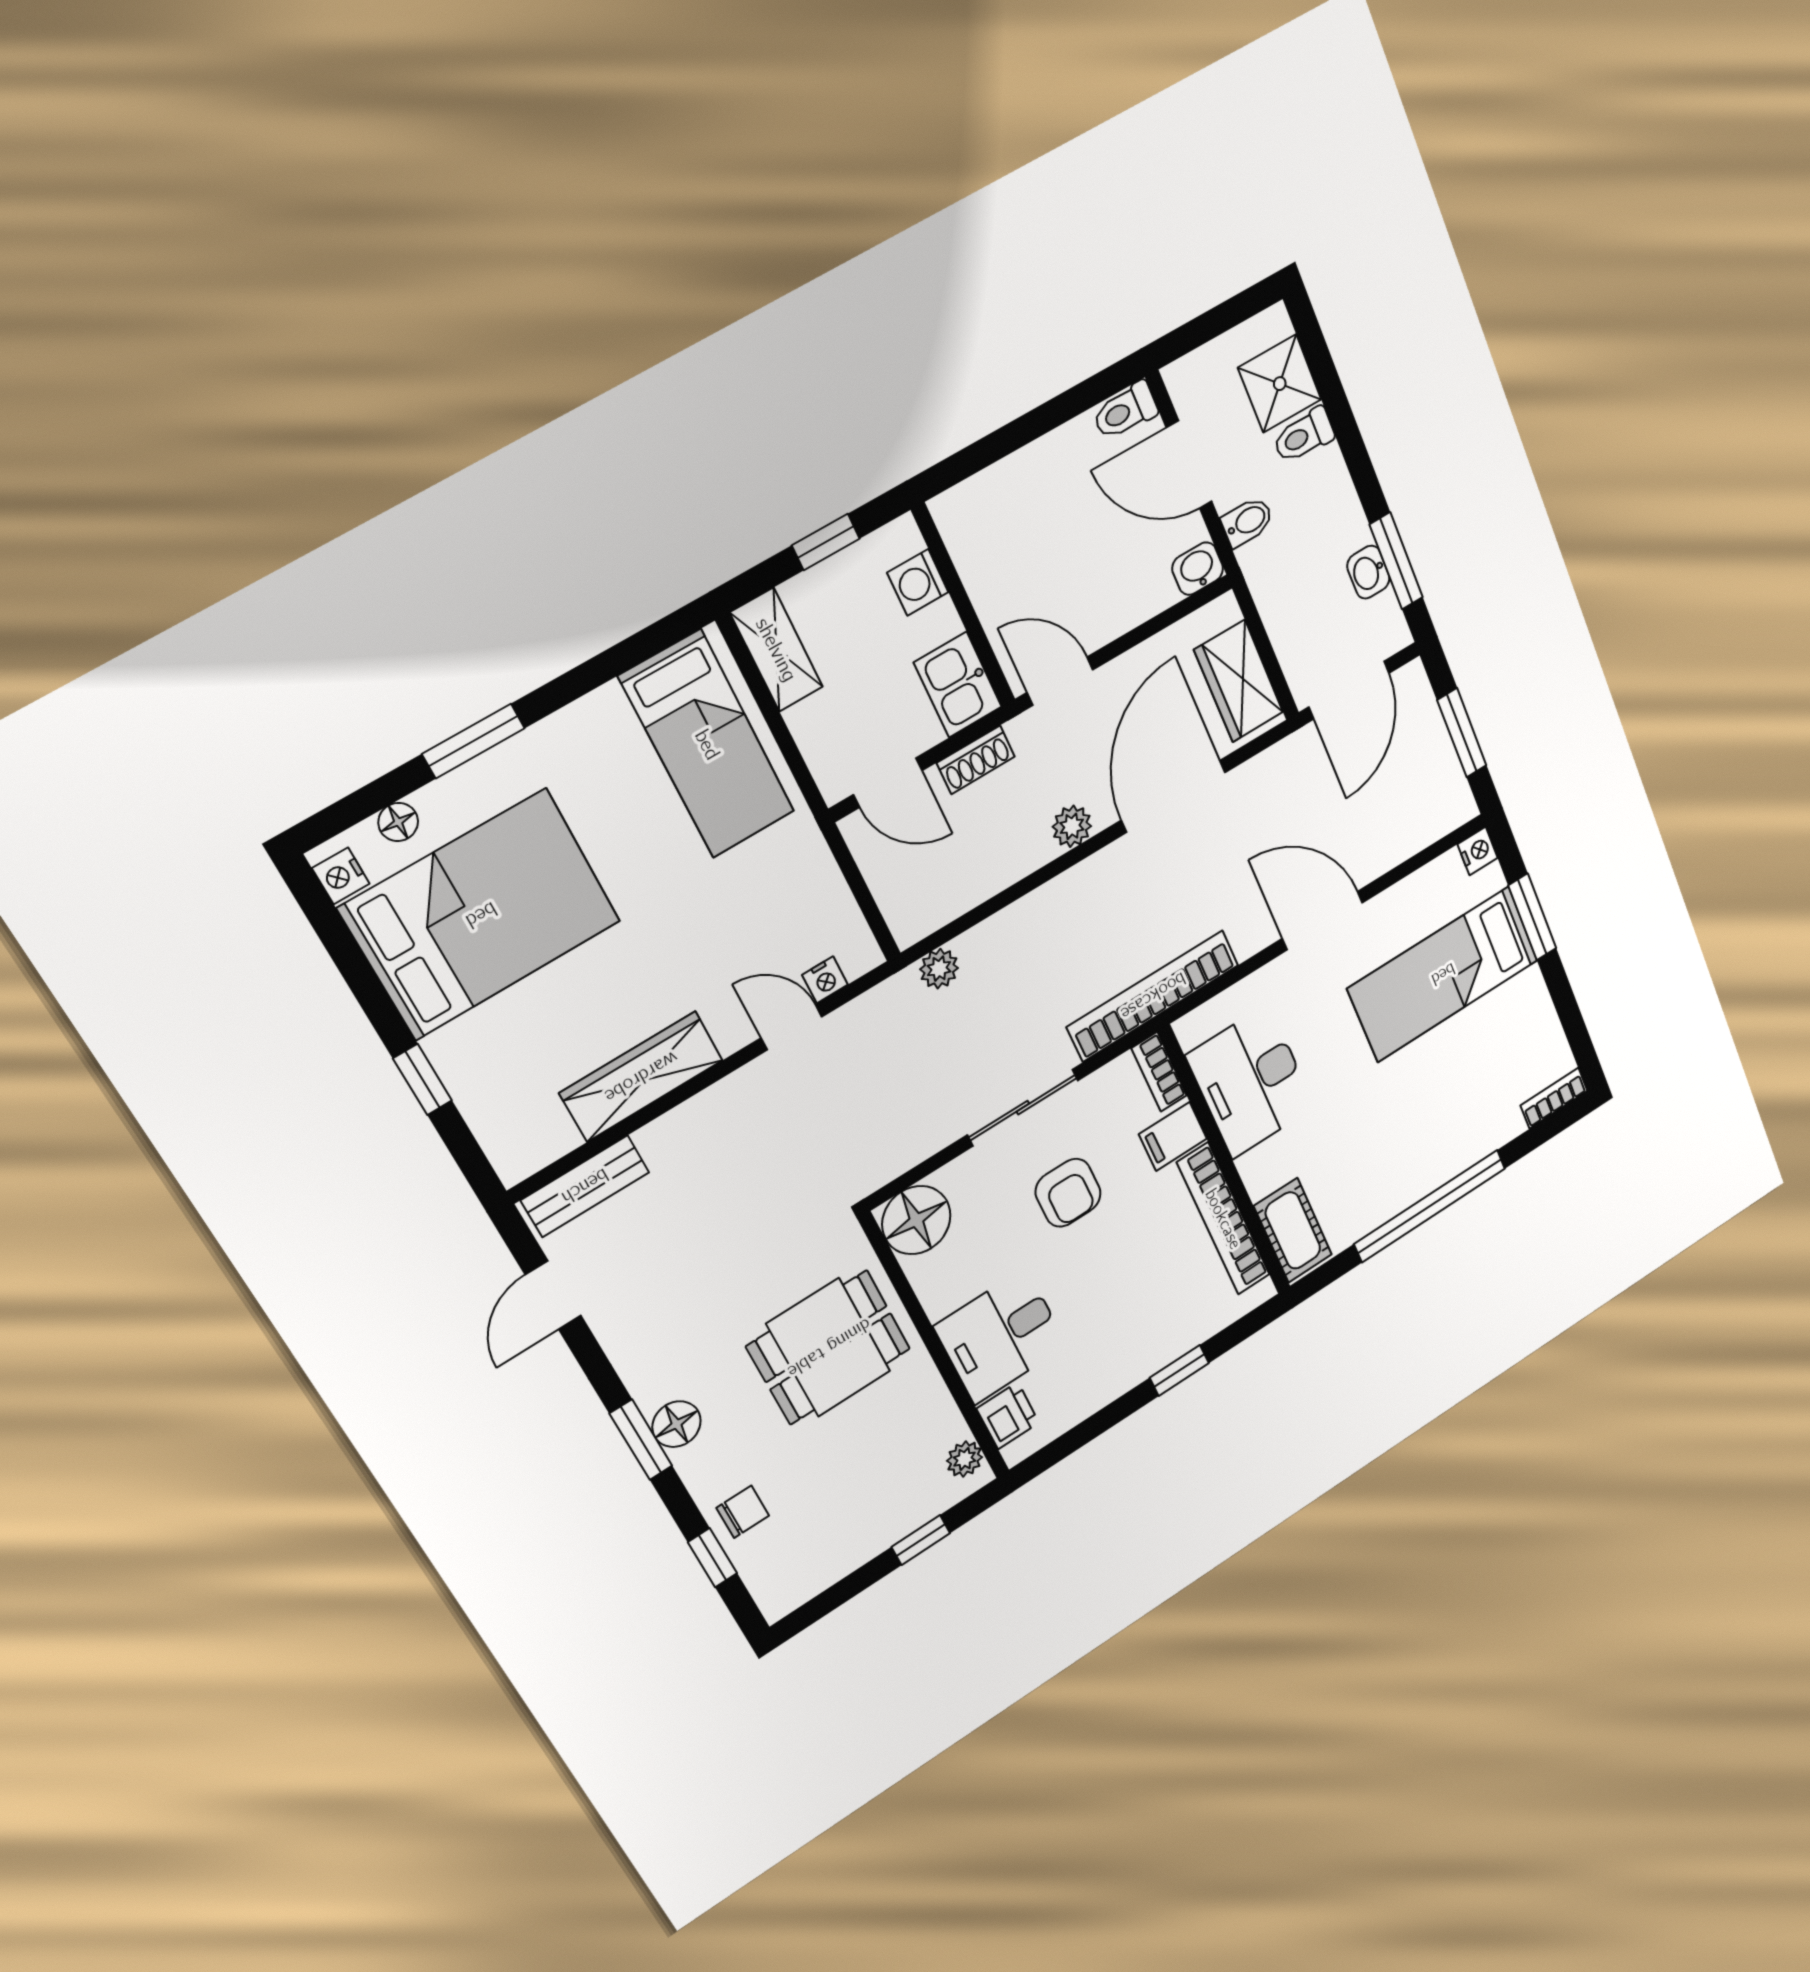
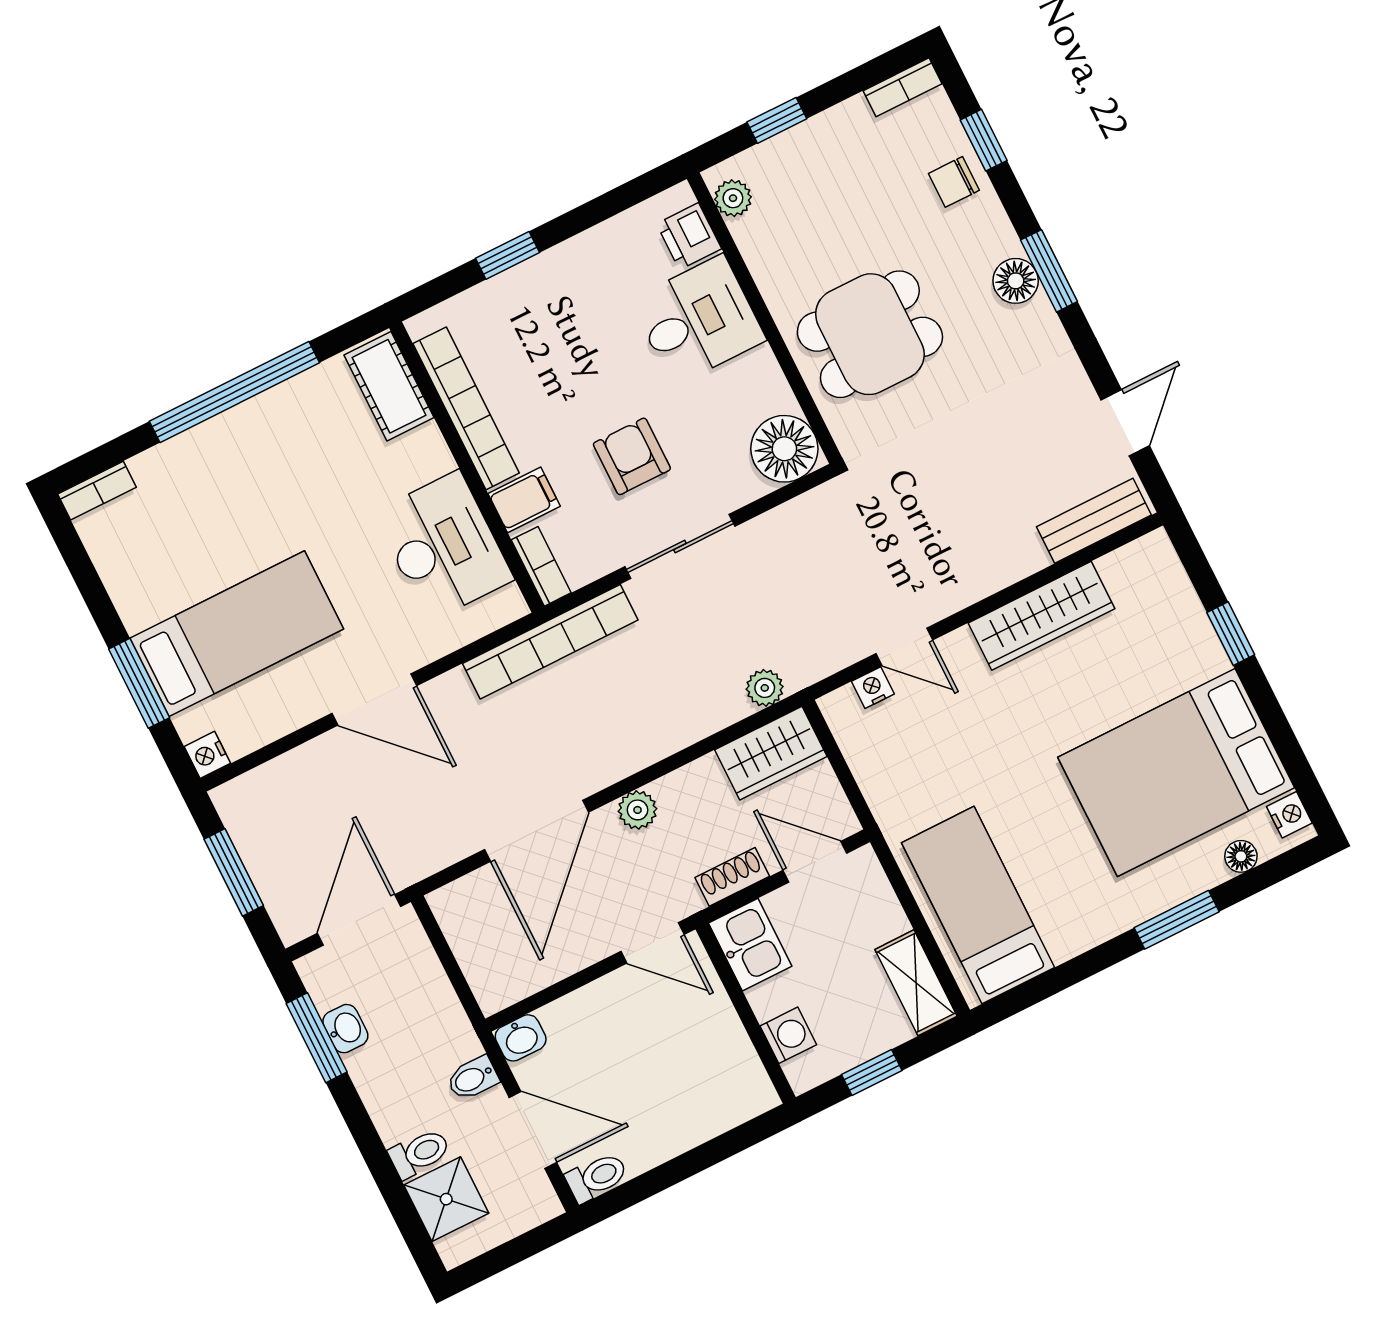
wardrobe: (1239, 681) -> (771, 753), moved, turned 90
bookcase: (796, 1594) -> (903, 87), added

